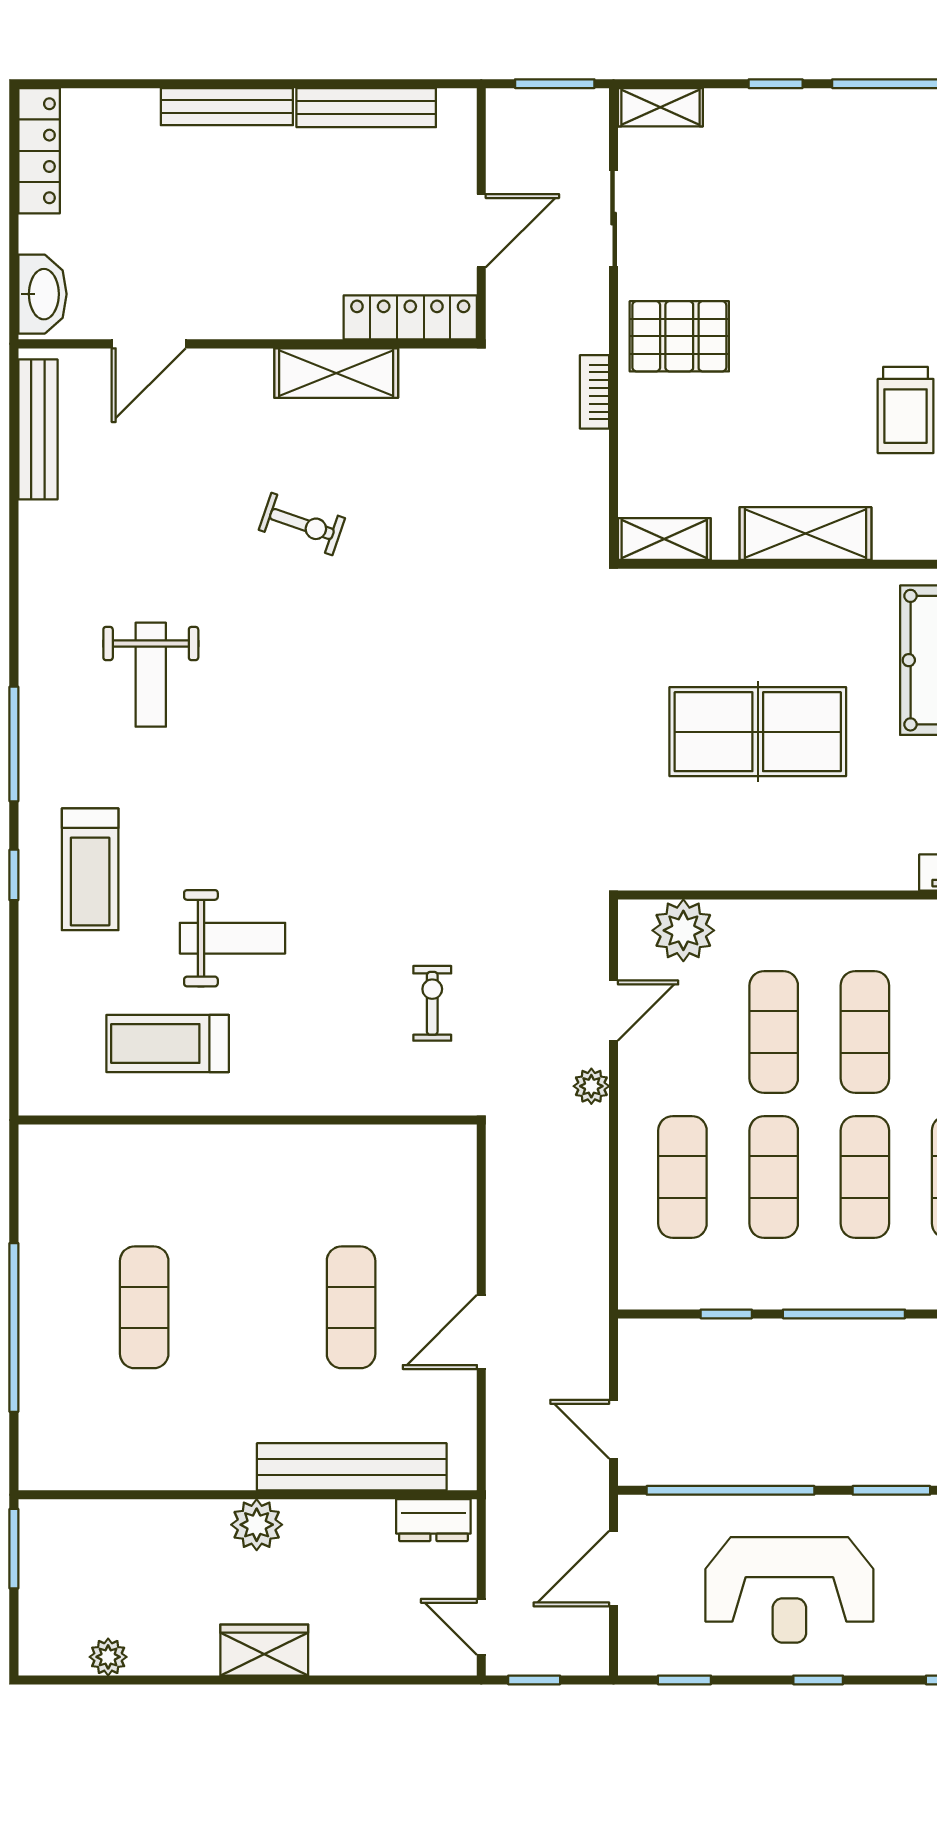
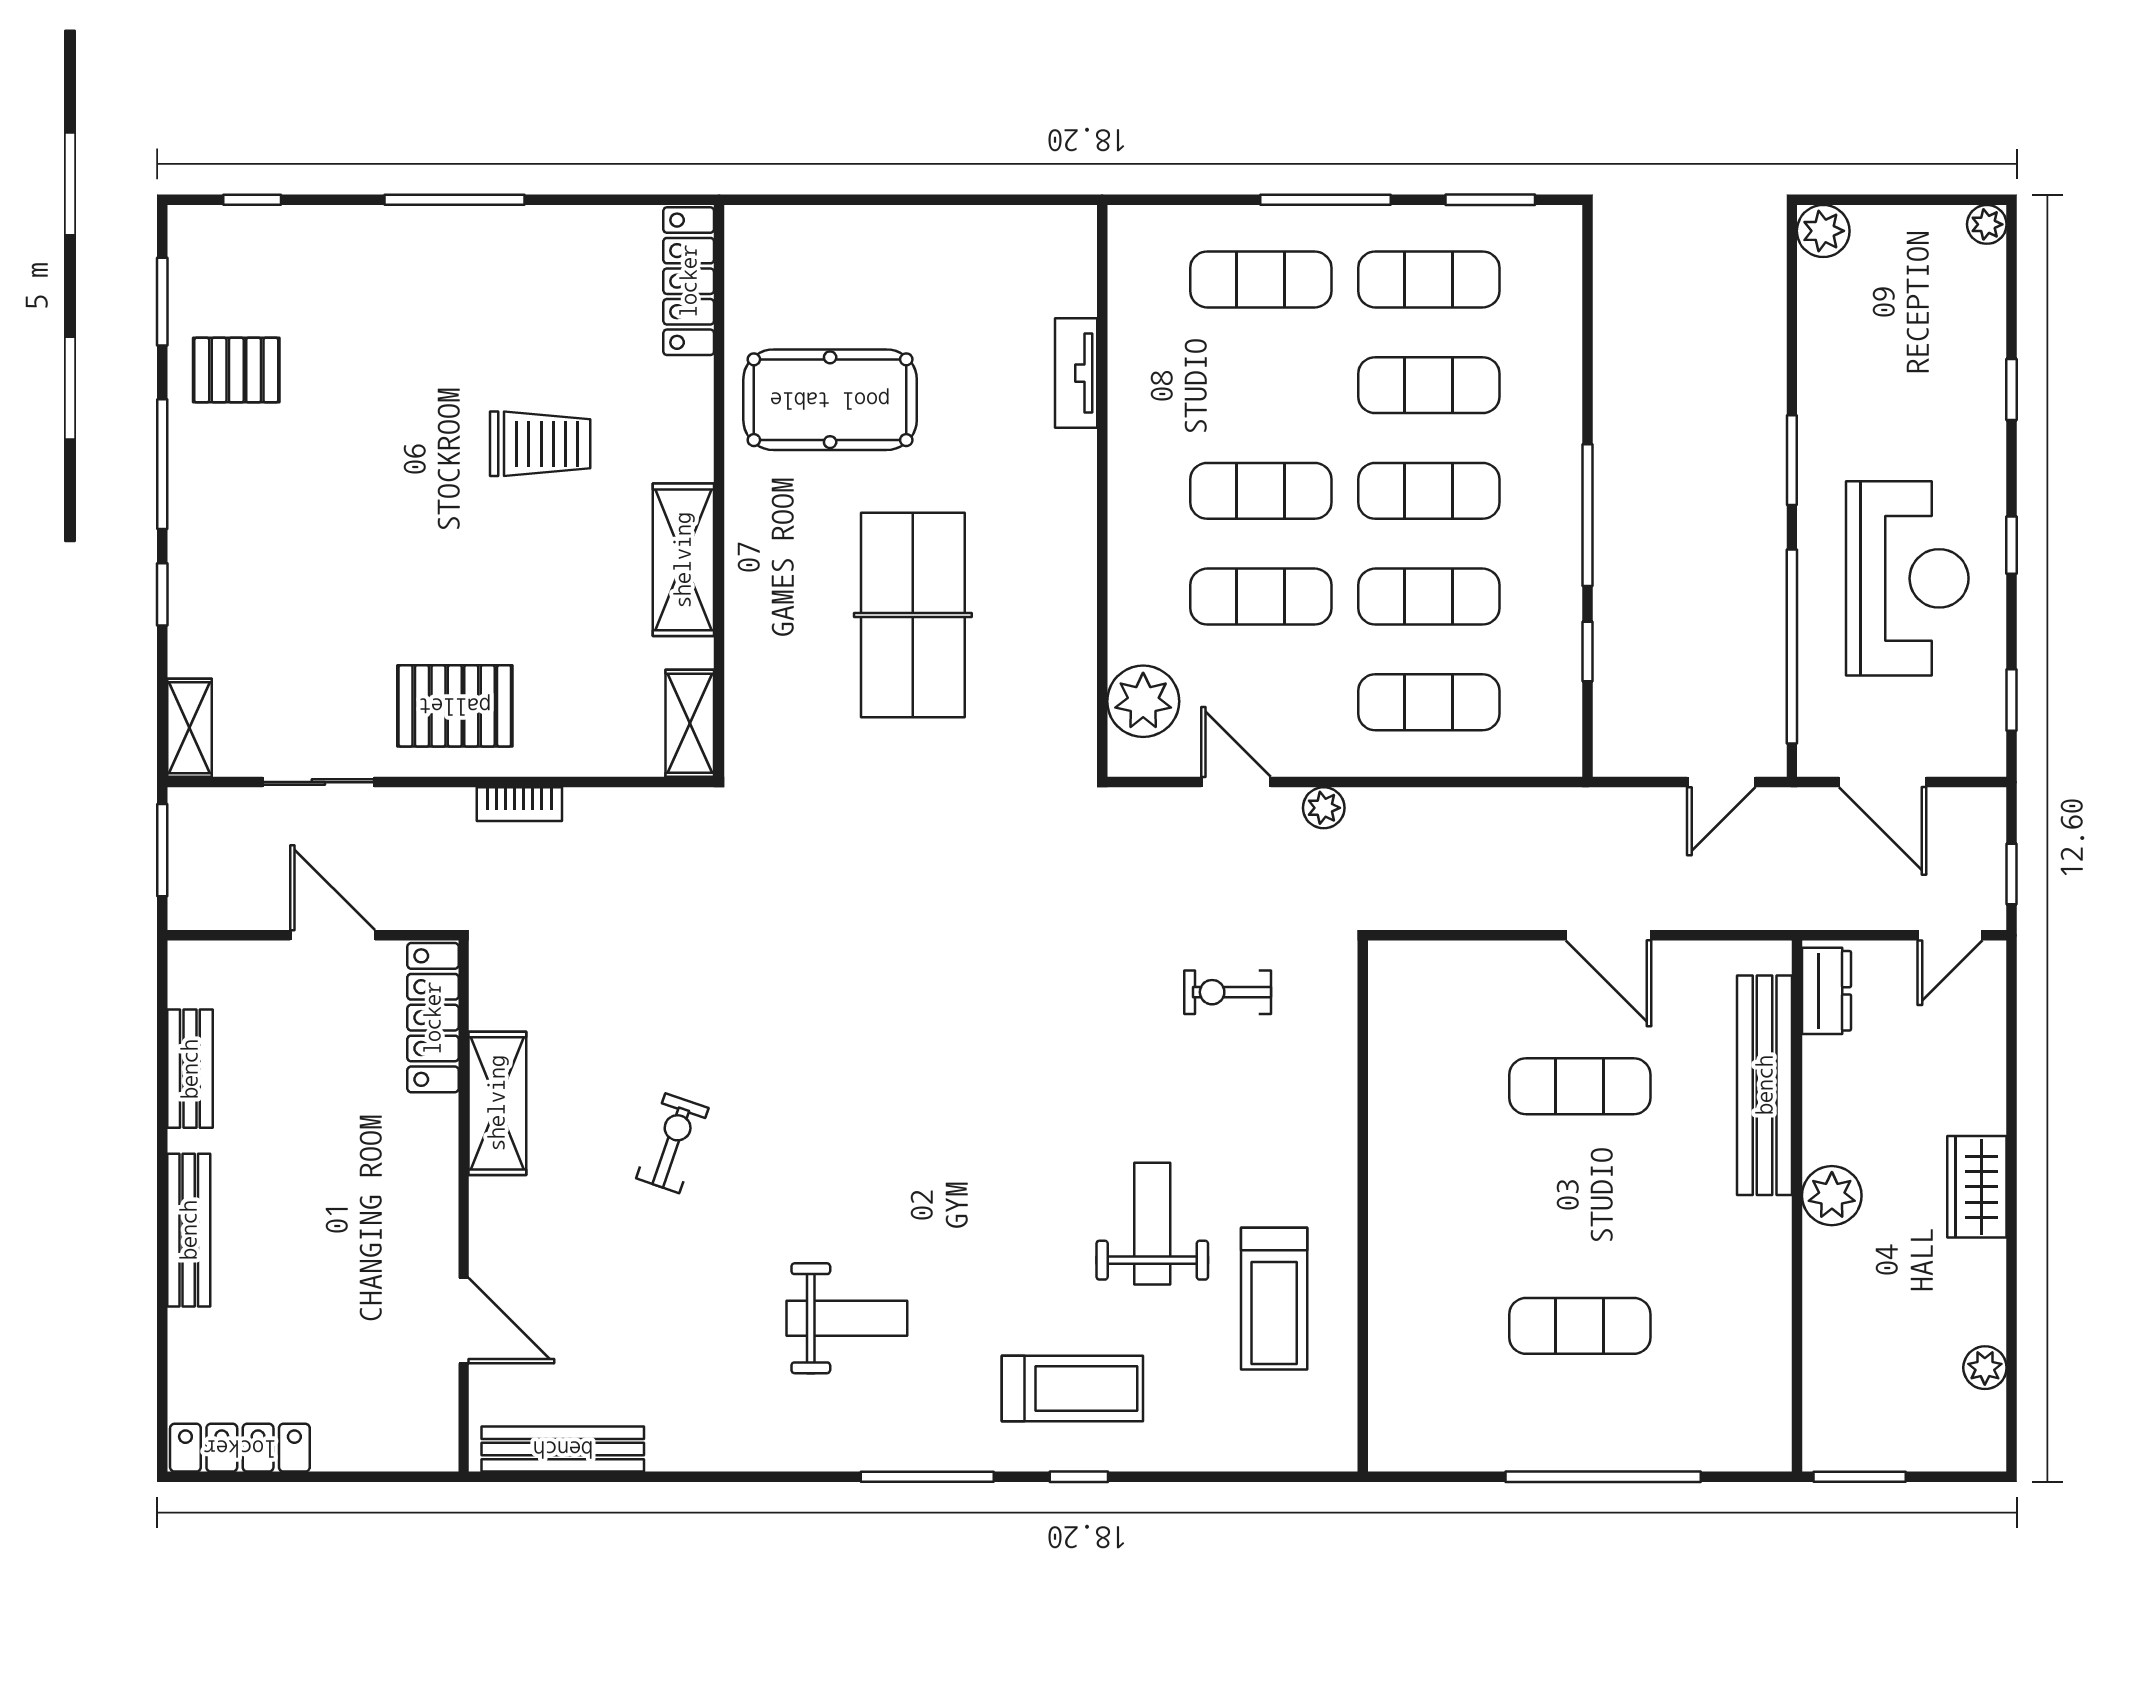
bench: (366, 108) -> (190, 1069), width x0.73
washbasin: (42, 294) -> (406, 1444), removed
pallet: (679, 336) -> (455, 706), turned 90

